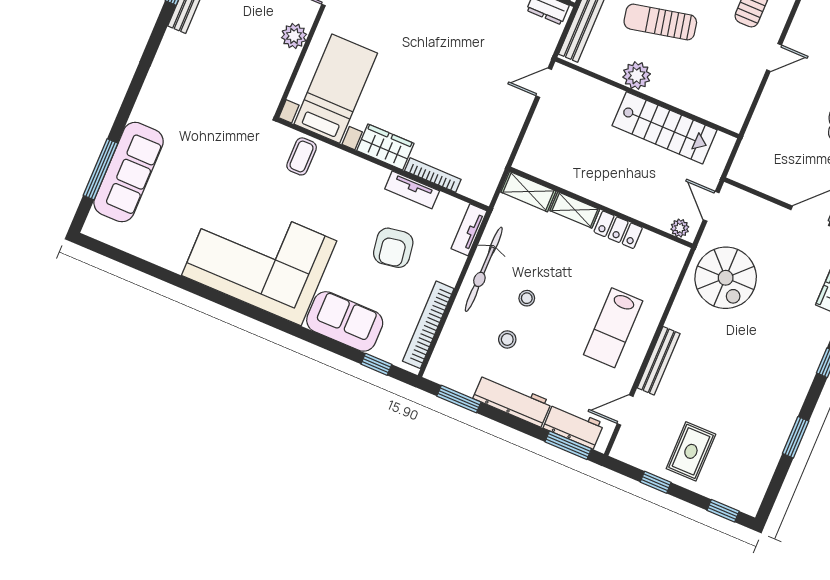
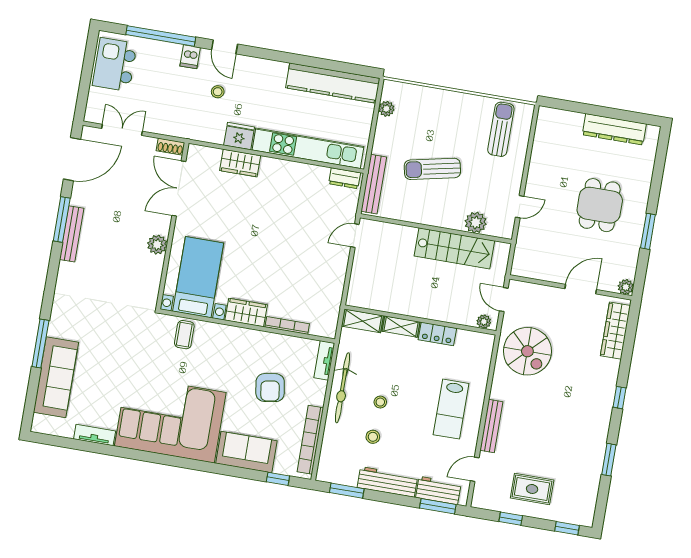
door: (774, 57) -> (520, 207), moved
plant: (637, 76) -> (476, 223), moved
window: (101, 169) -> (40, 343), moved
tv unit: (412, 190) -> (95, 435), moved, turned 180
rug: (691, 451) -> (532, 489), turned 90

